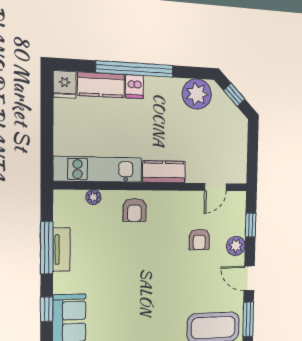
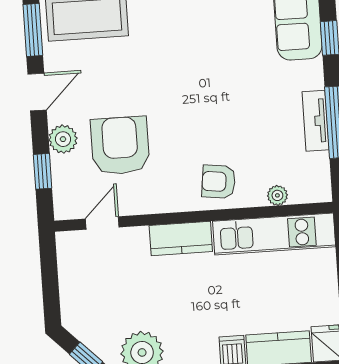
armchair: (135, 210) -> (219, 182), turned -83
armchair: (199, 239) -> (120, 146), width x1.88, depth x1.88
door: (249, 278) -> (37, 92), hinge flipped

